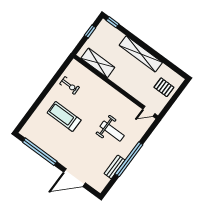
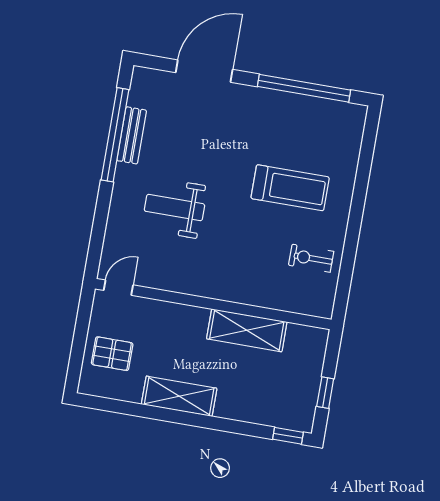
shelving: (141, 54) -> (179, 396), width x0.68
shelving: (98, 63) -> (247, 330), moved
window: (129, 159) -> (115, 135), moved

